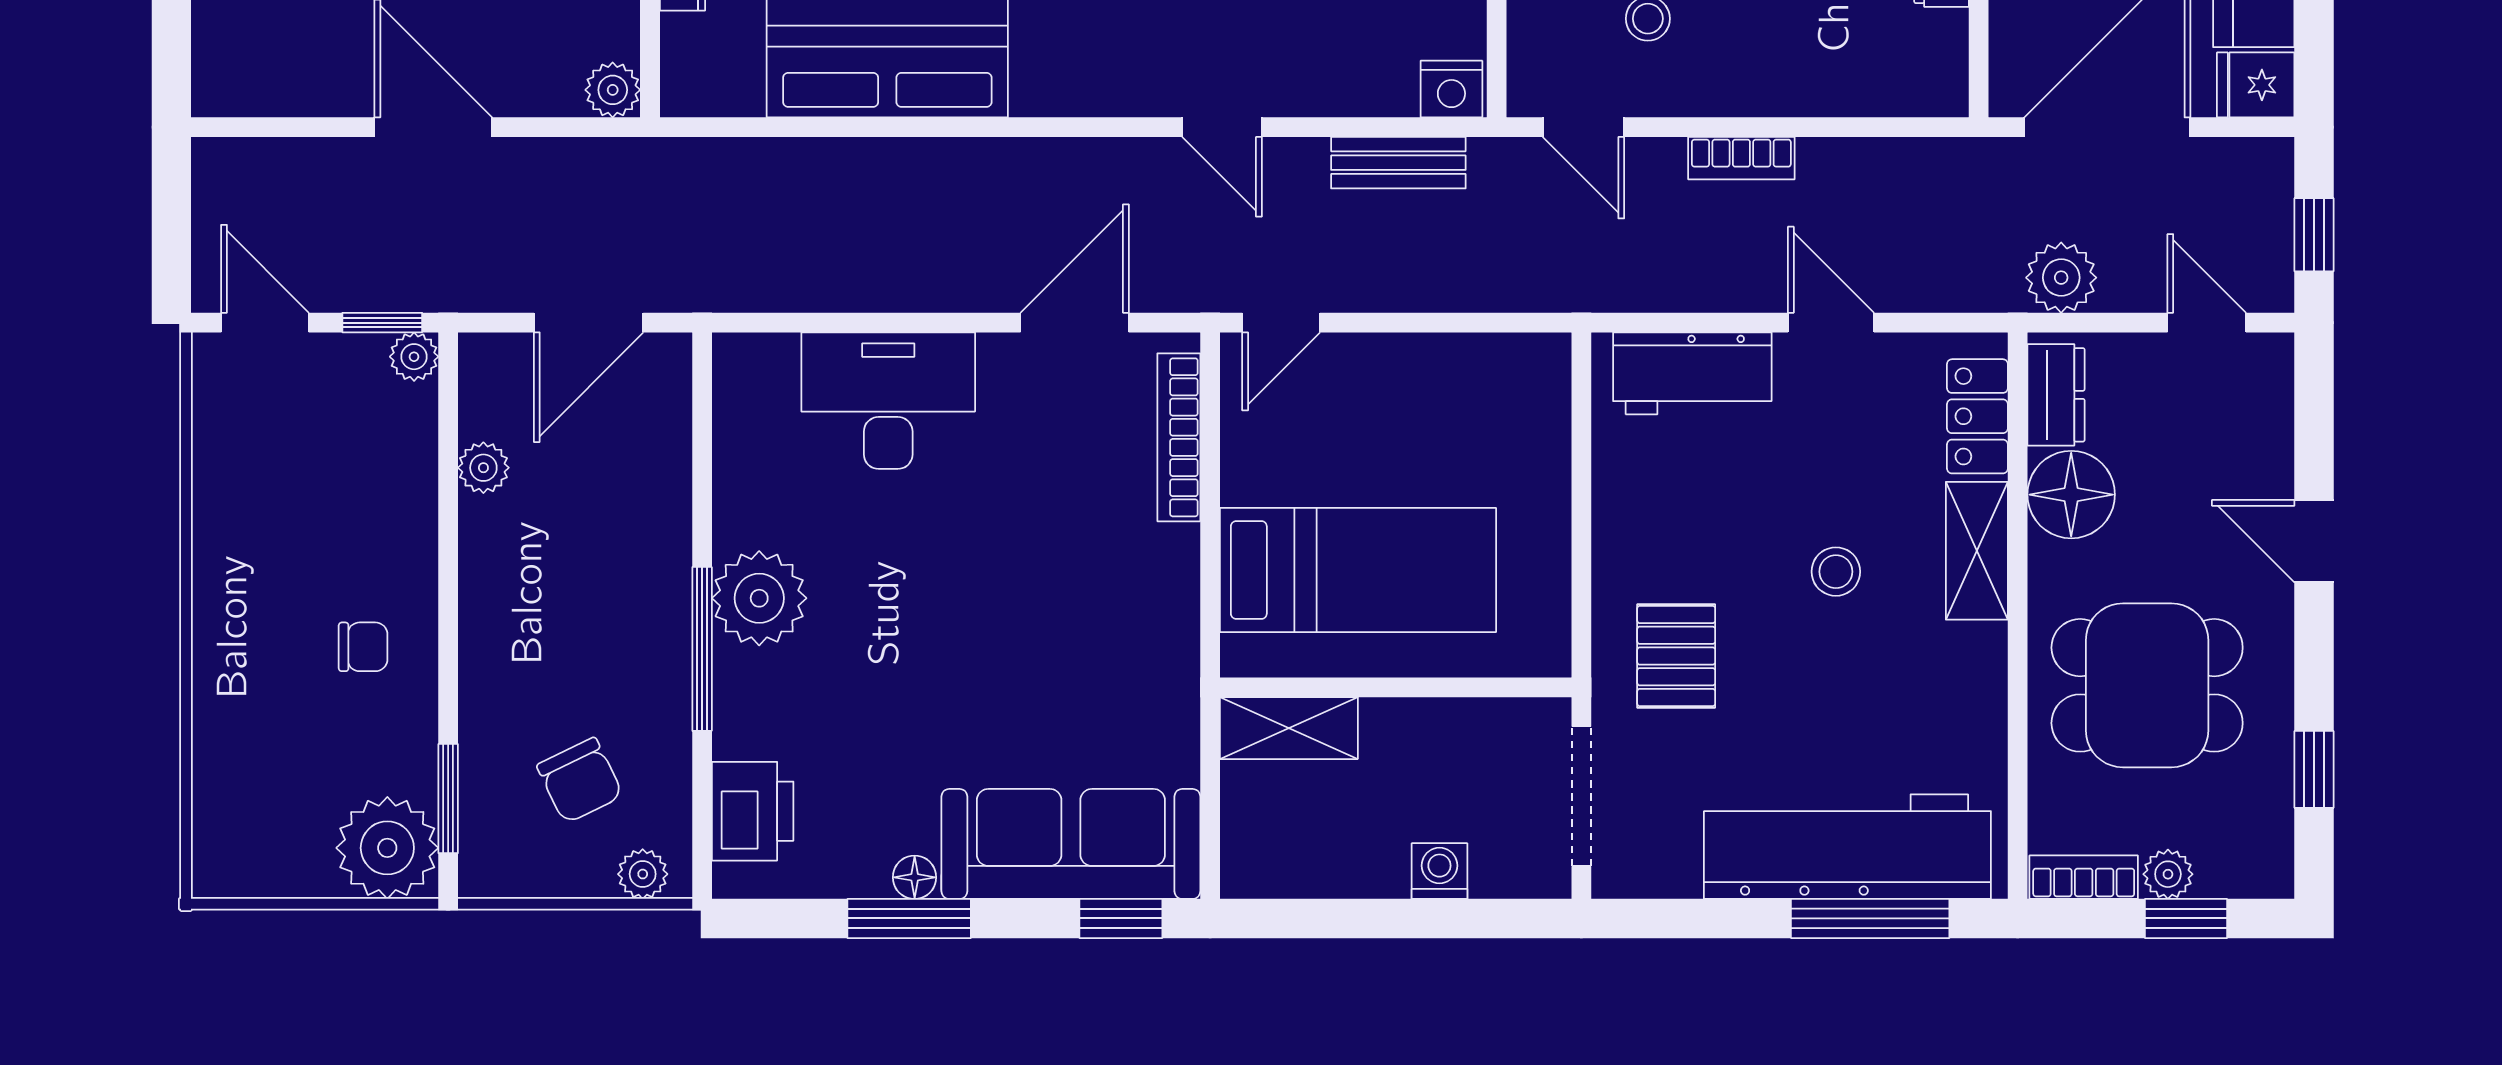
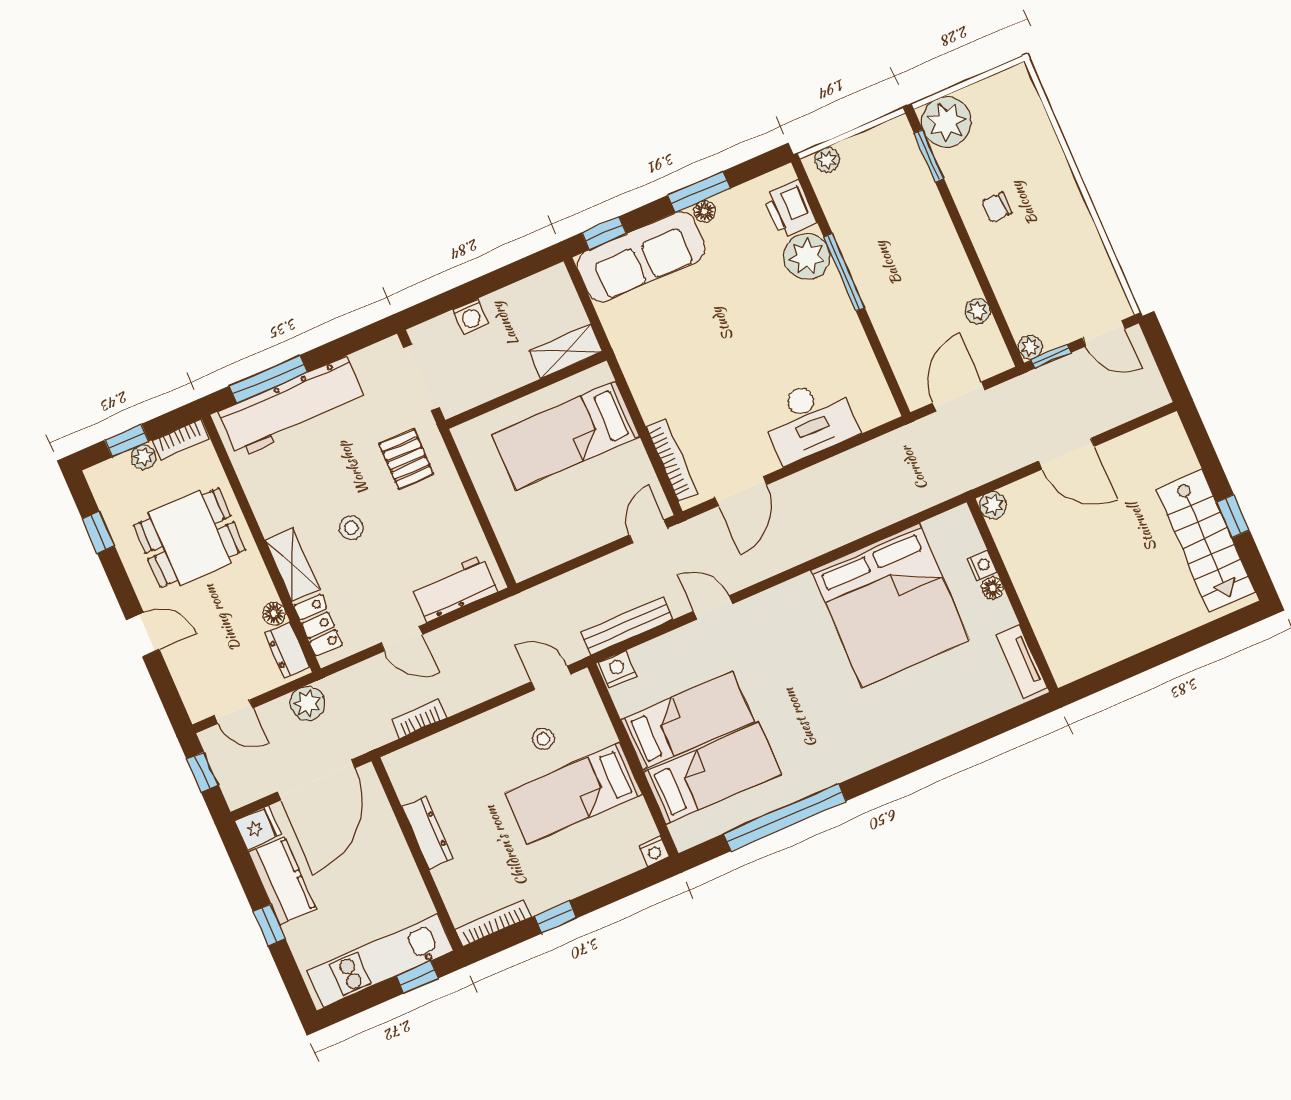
bookcase: (1741, 158) -> (419, 719), moved
bench: (1398, 163) -> (627, 626), width x1.36
floor lamp: (2071, 495) -> (274, 613), width x0.53, depth x0.53
plant: (759, 598) -> (807, 256), moved
chair: (580, 780) -> (873, 190), removed

